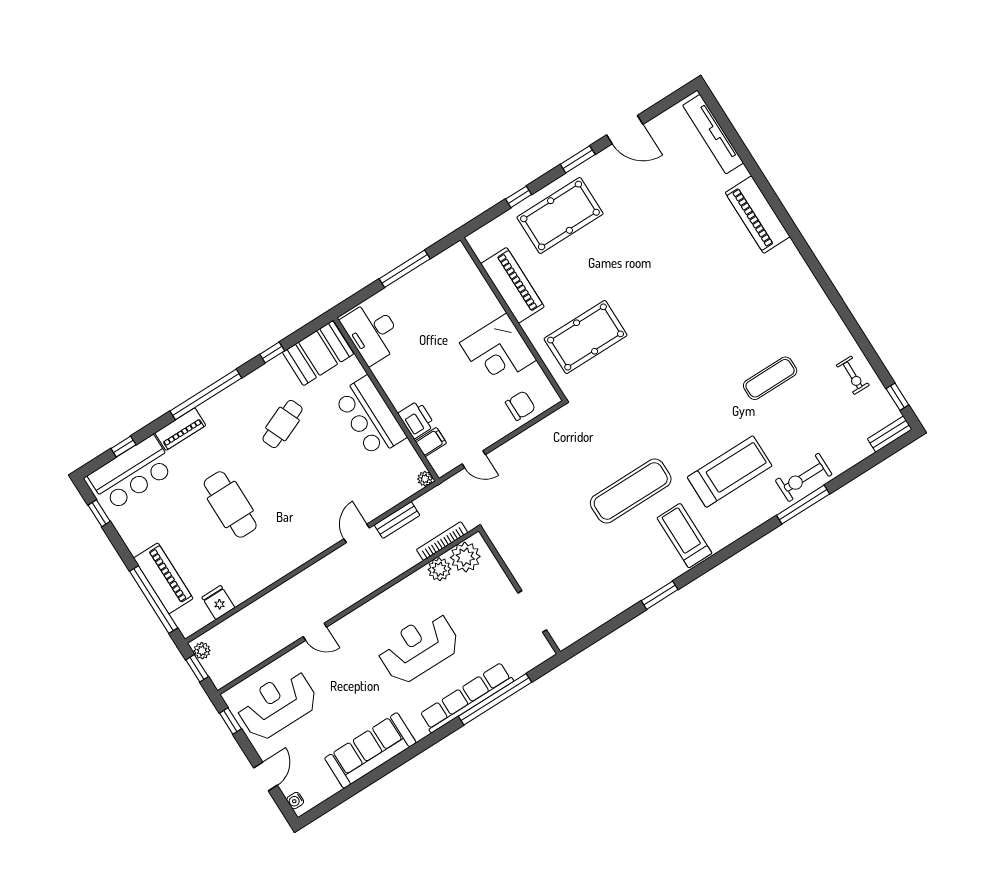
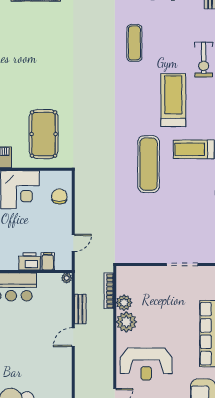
door: (357, 533) -> (73, 337), hinge flipped
plant: (465, 557) -> (126, 322), moved
reception desk: (419, 648) -> (146, 364), moved, turned -90

